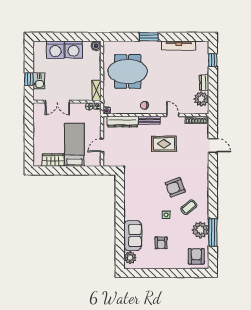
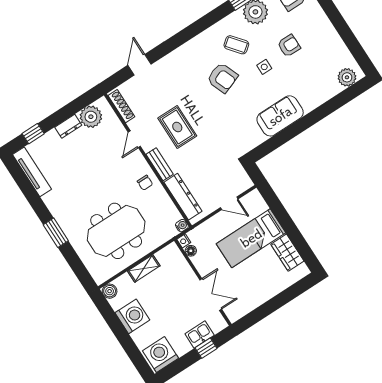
tv unit: (179, 46) -> (32, 172), moved
washing machine: (55, 50) -> (161, 354), moved, turned -90
meeting table: (128, 71) -> (116, 231), turned 90
shelving: (96, 90) -> (144, 268), moved
sofa: (133, 236) -> (280, 116), moved
armchair: (161, 243) -> (289, 46), moved

